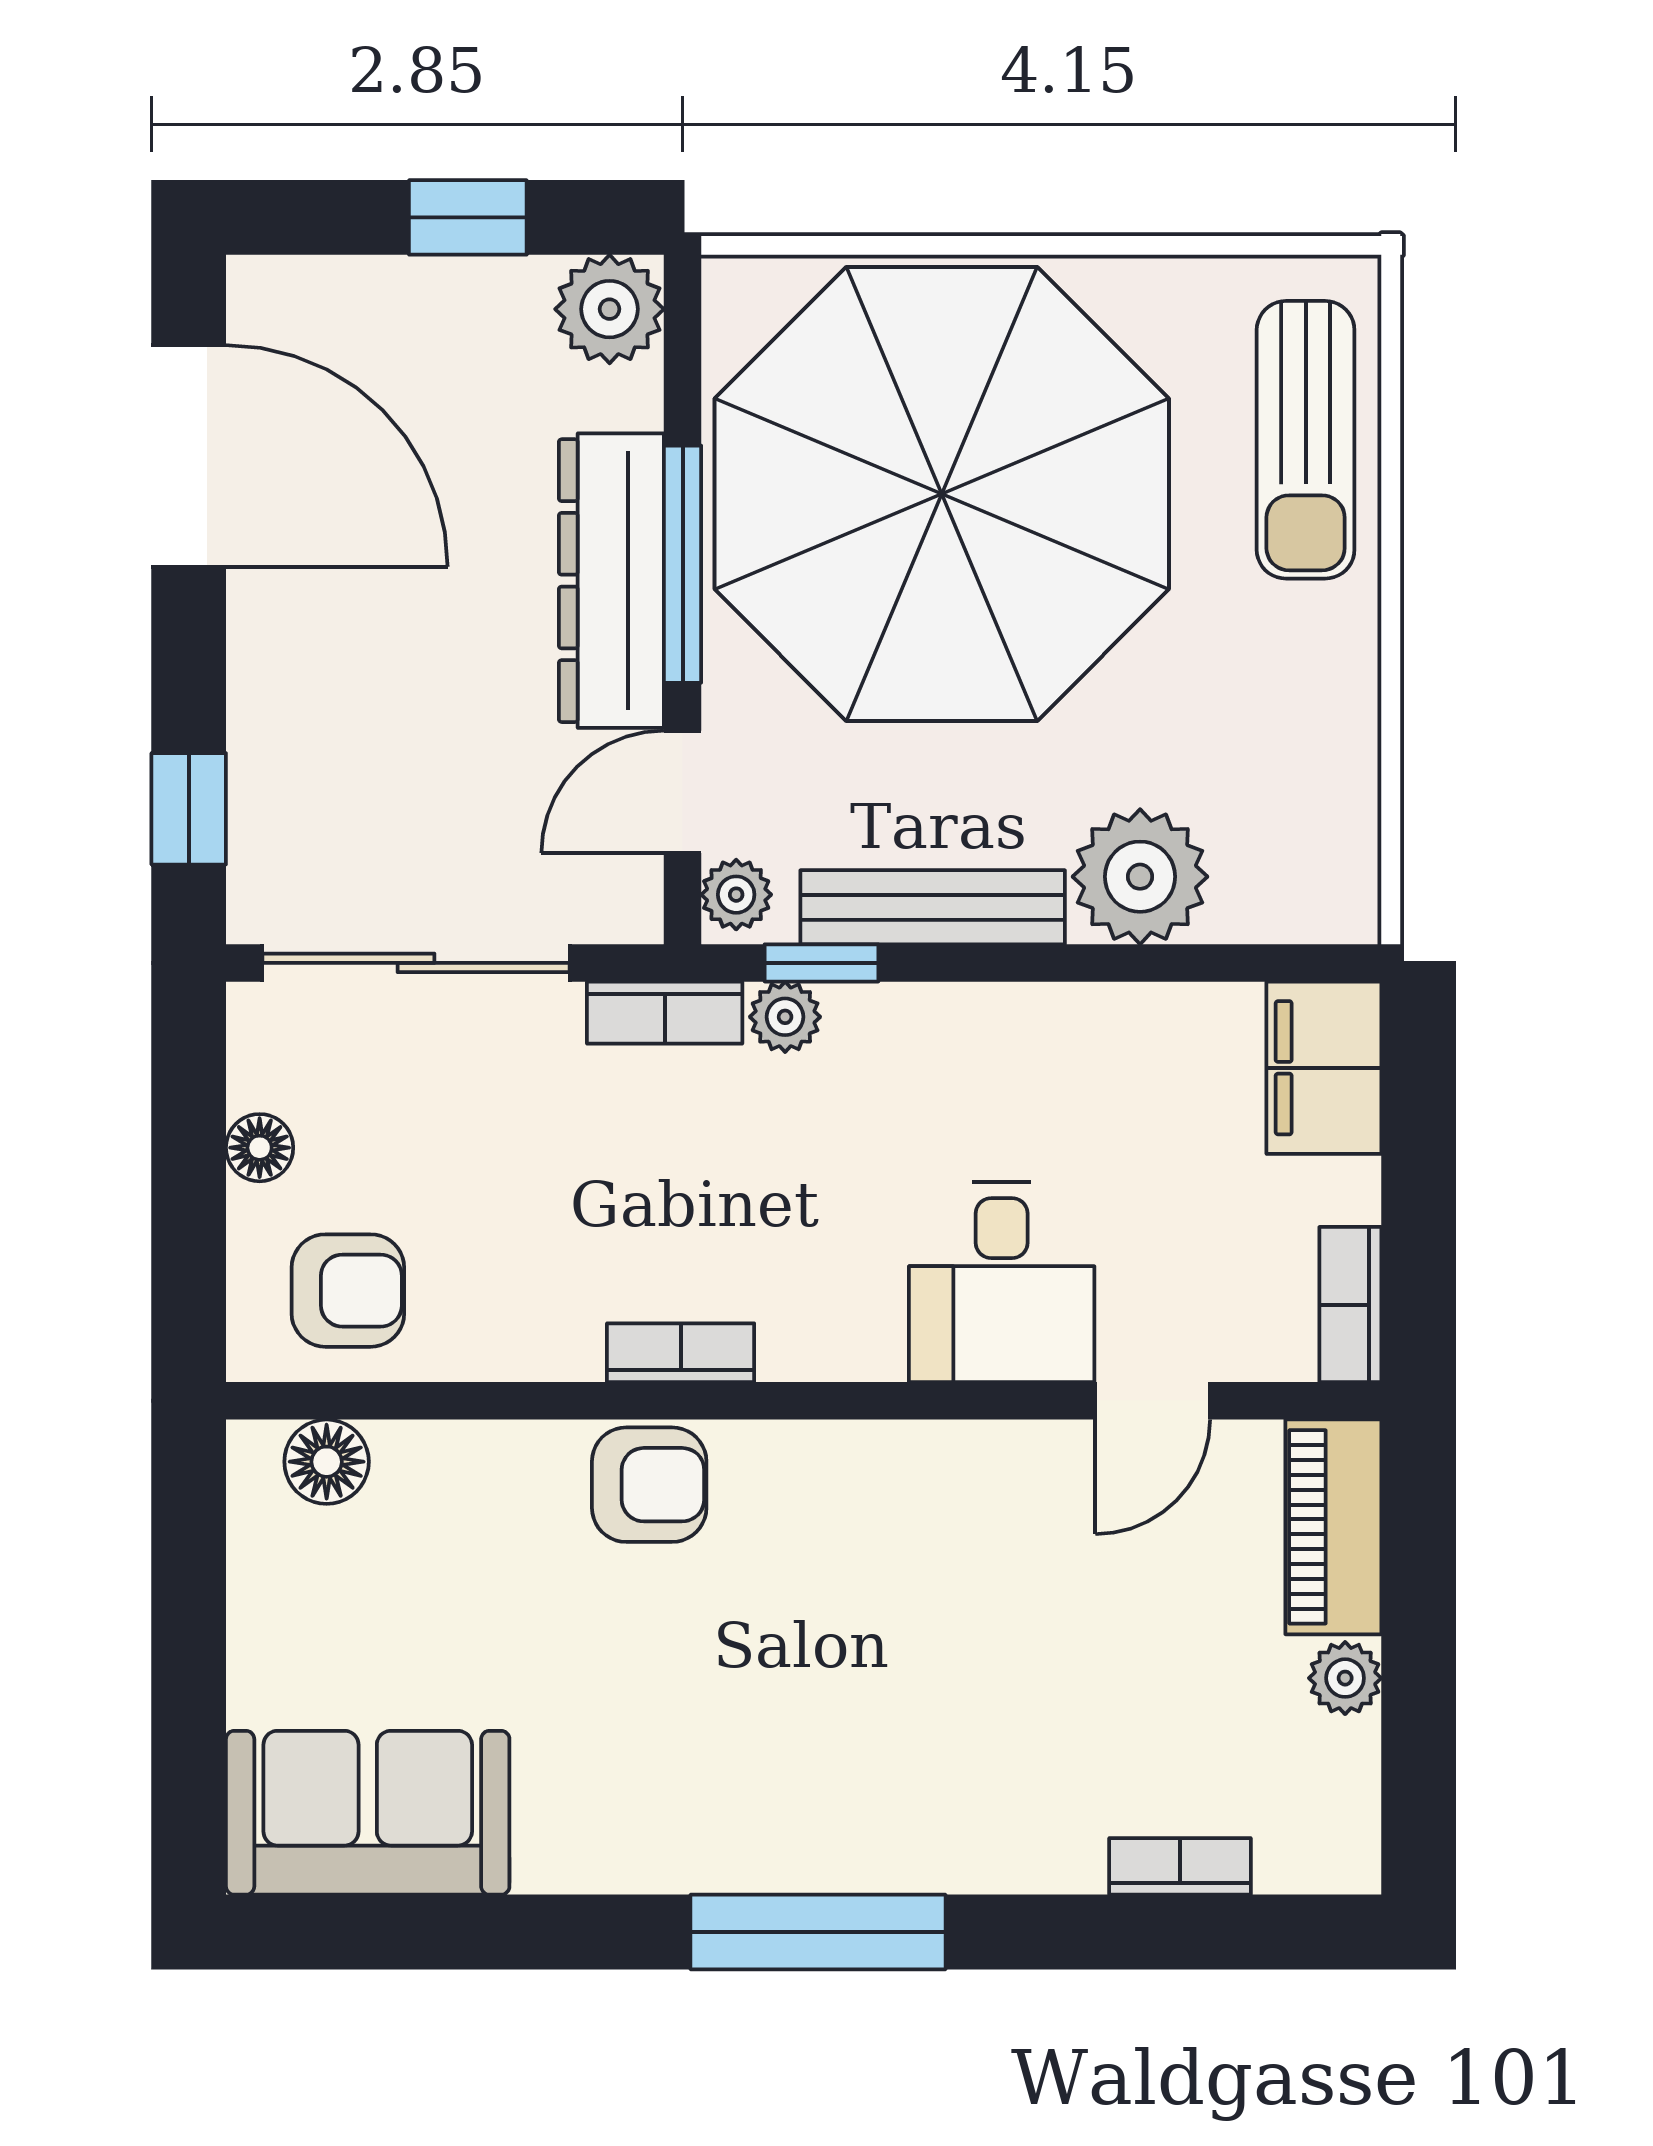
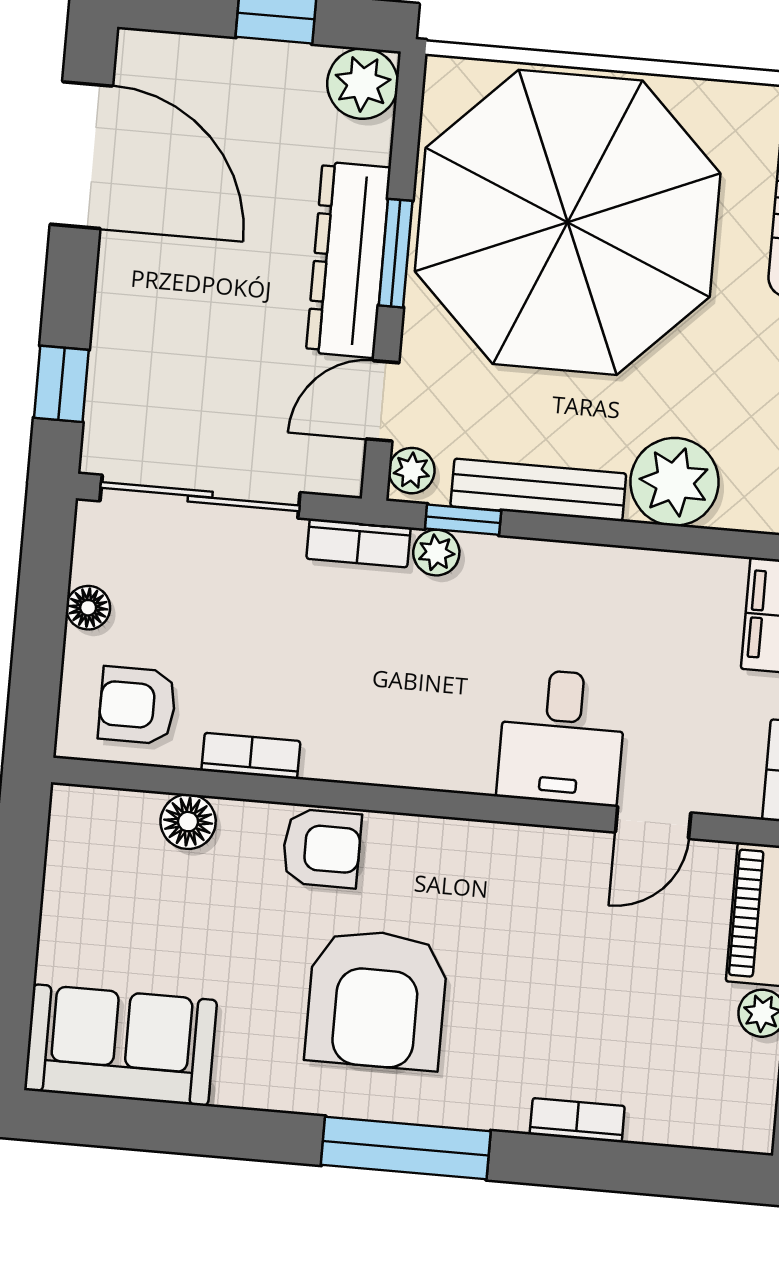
window: (683, 564) -> (396, 253), width x0.69
armchair: (348, 1291) -> (137, 705), turned 180
bookcase: (681, 1353) -> (251, 756), moved
floor lamp: (327, 1462) -> (188, 822), moved
armchair: (753, 1708) -> (376, 999), added
bookcase: (1180, 1866) -> (577, 1120), moved

